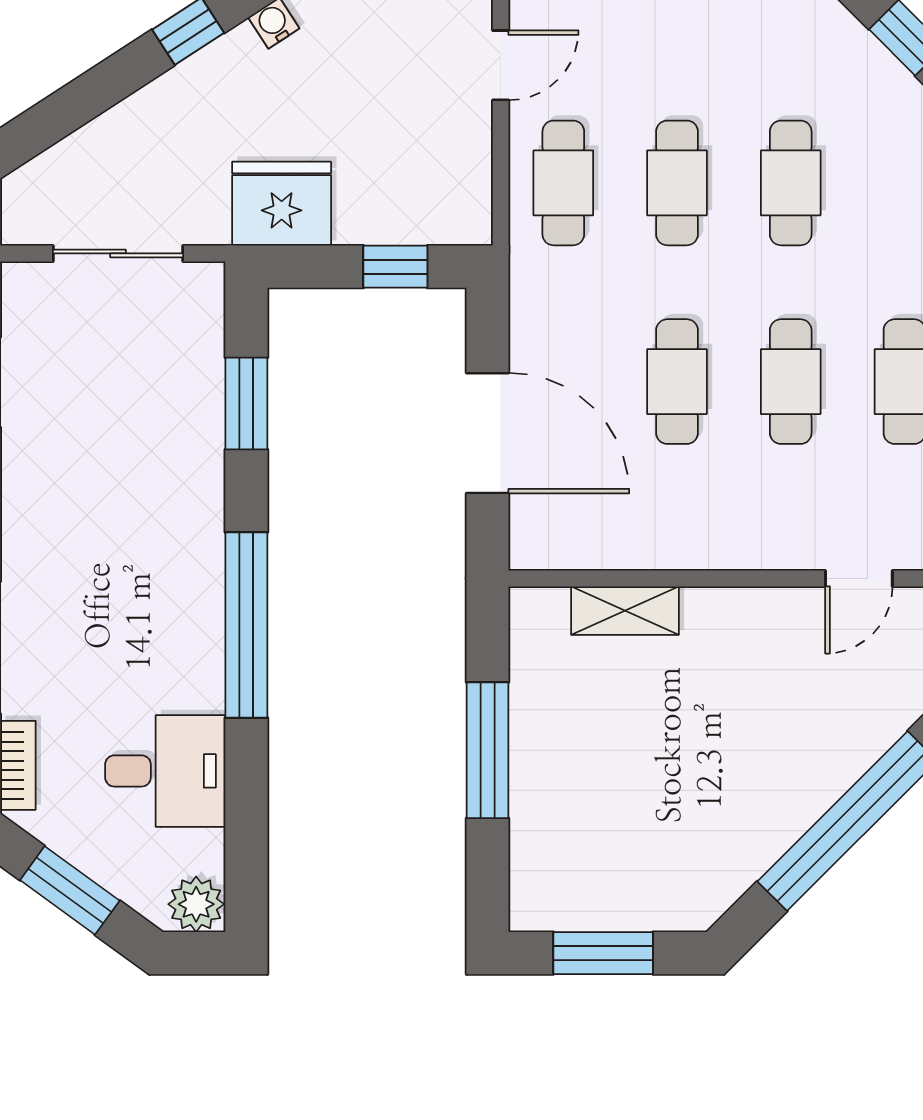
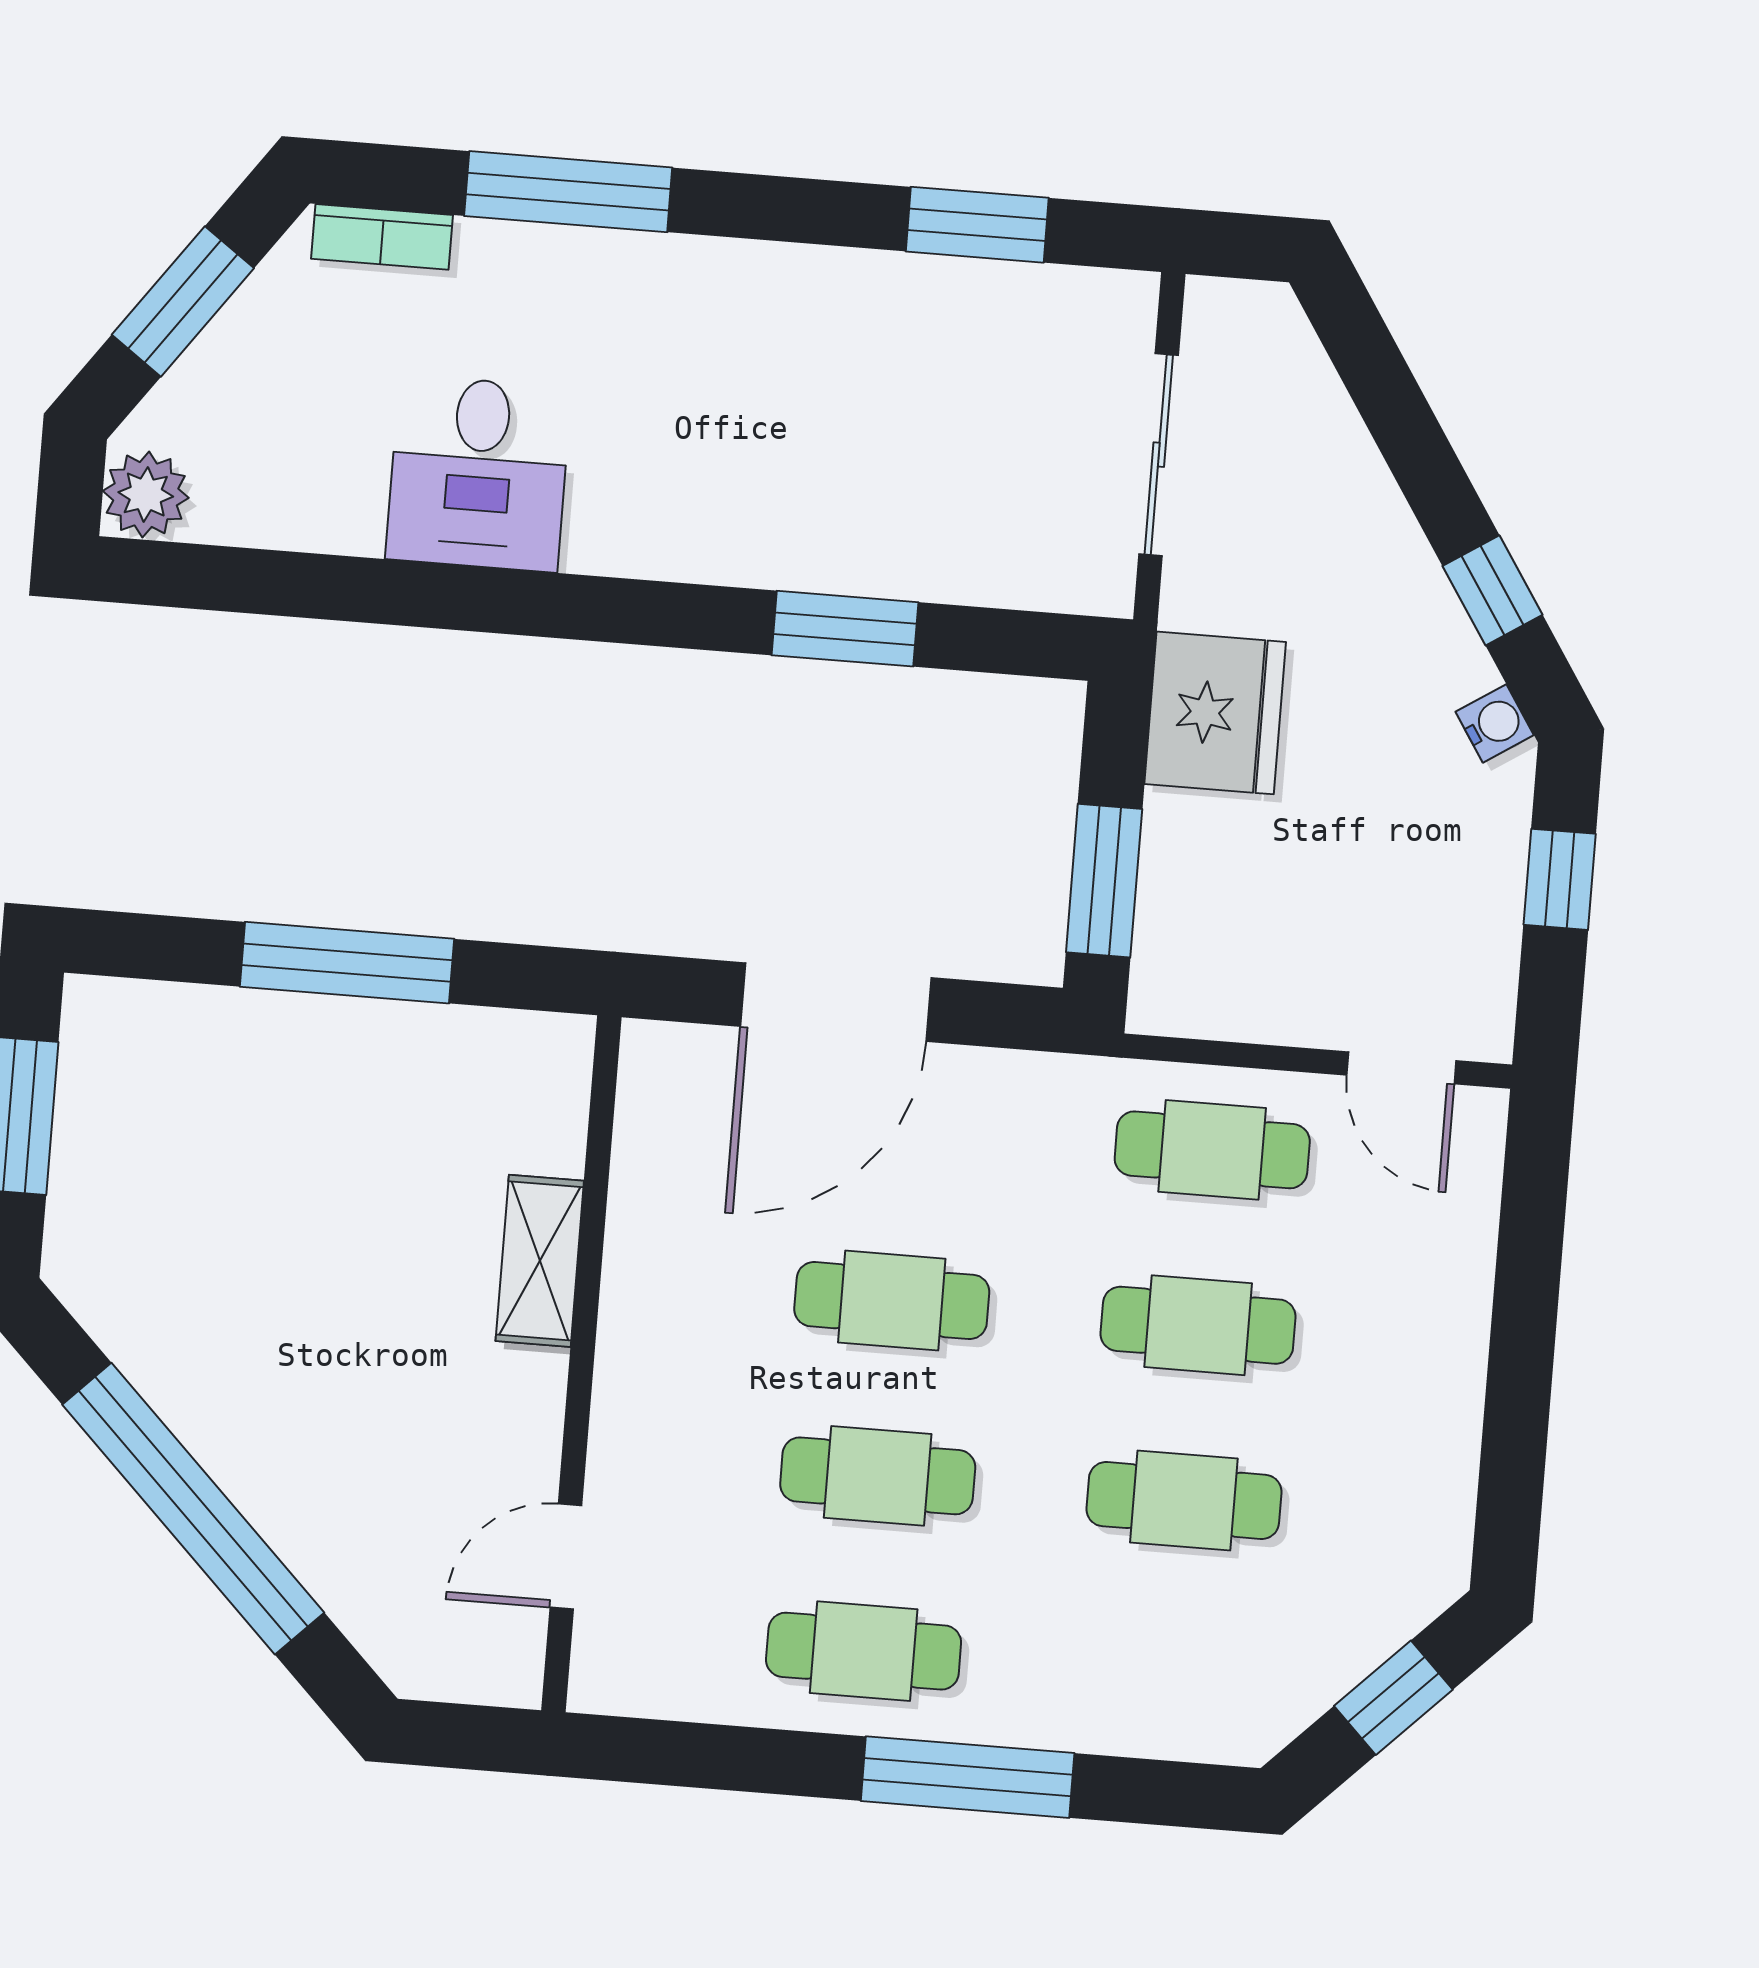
window: (395, 267) -> (1104, 881), width x1.50
window: (246, 403) -> (845, 629), moved
door: (859, 578) -> (566, 1556), hinge flipped
shelving: (625, 611) -> (540, 1261), moved
window: (246, 625) -> (570, 607), removed
desk: (165, 771) -> (478, 473), moved

